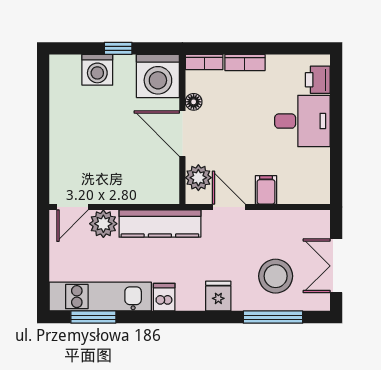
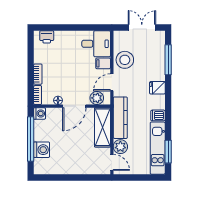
window: (118, 48) -> (31, 139), width x3.17
washing machine: (158, 76) -> (40, 113), width x0.53, depth x0.53
desk: (302, 121) -> (96, 44), moved, turned 90
shelving: (141, 189) -> (102, 127), added
double door: (336, 266) -> (142, 27), swing flipped
stool: (276, 276) -> (125, 60), moved

